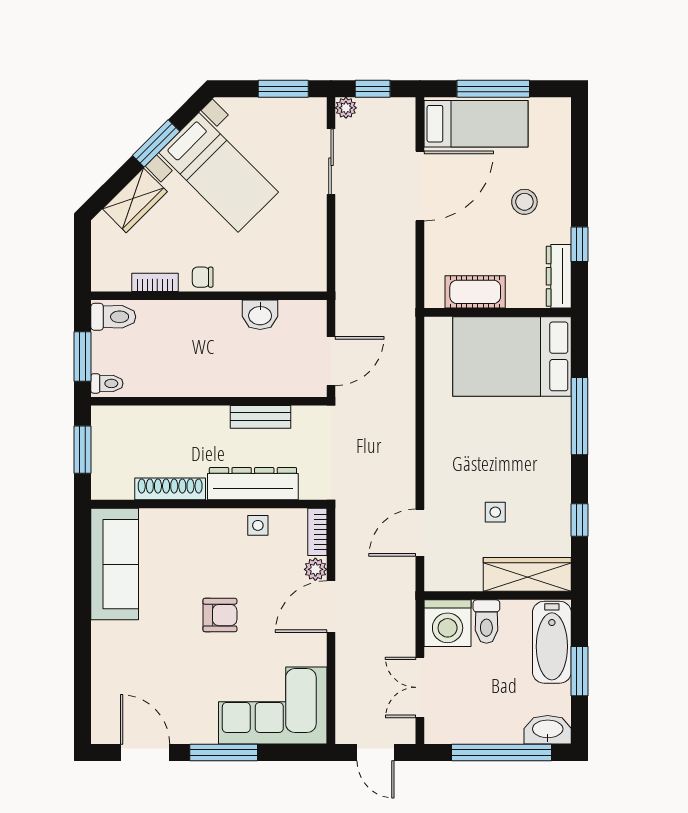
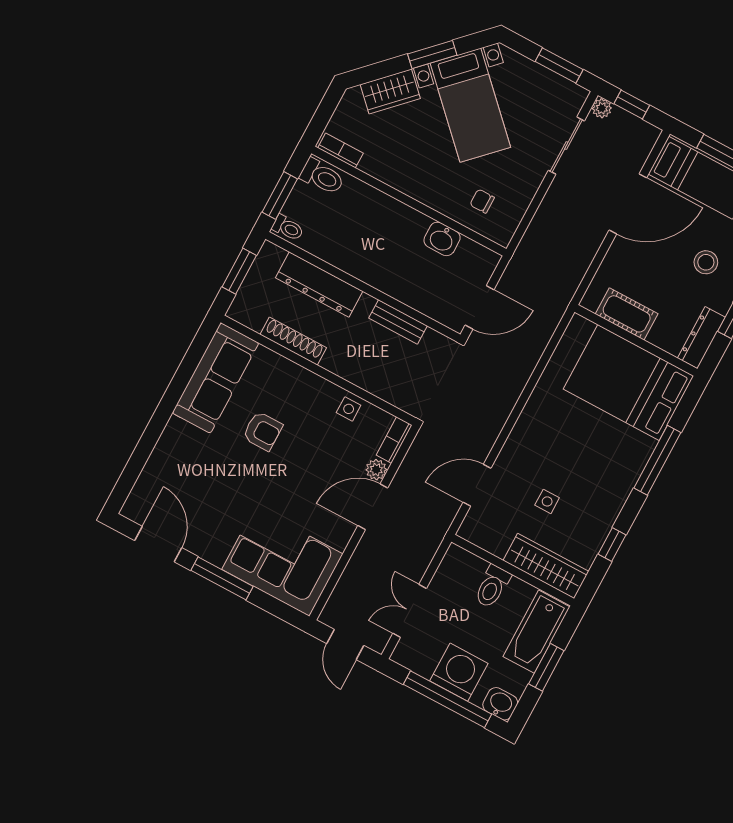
chair: (203, 277) -> (482, 201), moved
bookcase: (155, 282) -> (340, 150), moved
dresser: (253, 484) -> (319, 285), moved, turned 180
armchair: (220, 615) -> (263, 431), moved
washing machine: (448, 623) -> (459, 672), moved, turned 180
washbasin: (548, 730) -> (500, 704), width x0.72

